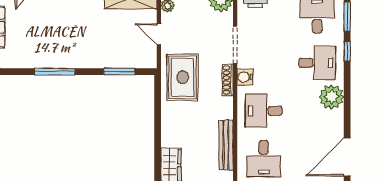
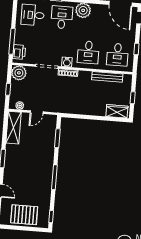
rug: (183, 77) -> (64, 100), removed
desk: (264, 159) -> (117, 55), turned 90

